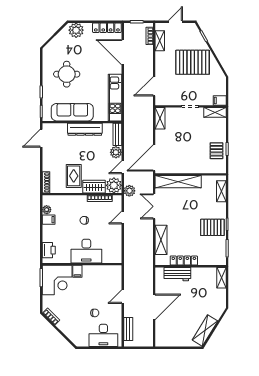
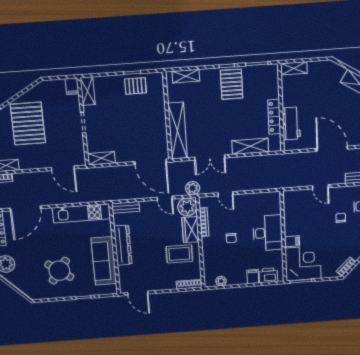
round table: (67, 74) -> (59, 271), turned 36
plant: (116, 152) -> (147, 208), removed
filing cabinet: (49, 220) -> (253, 277), moved

